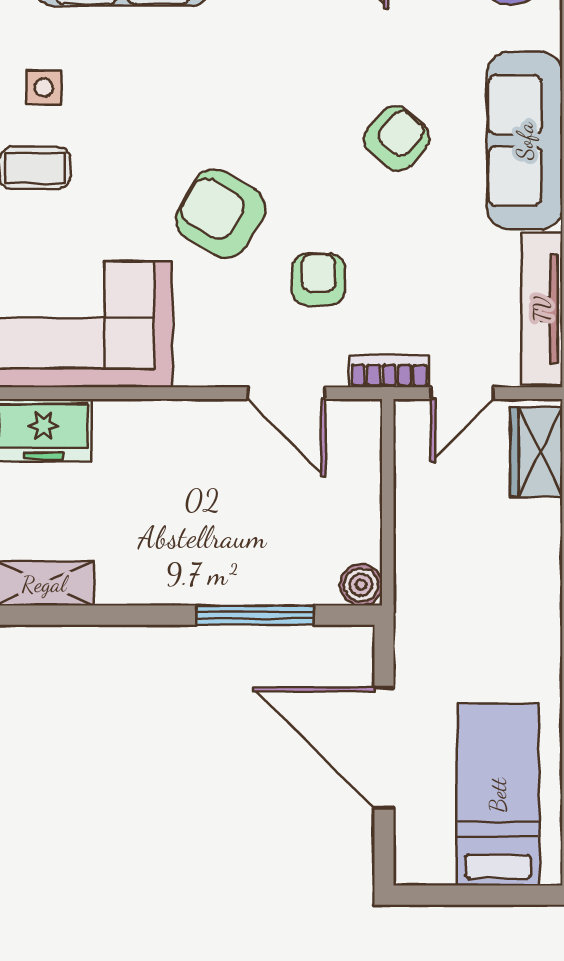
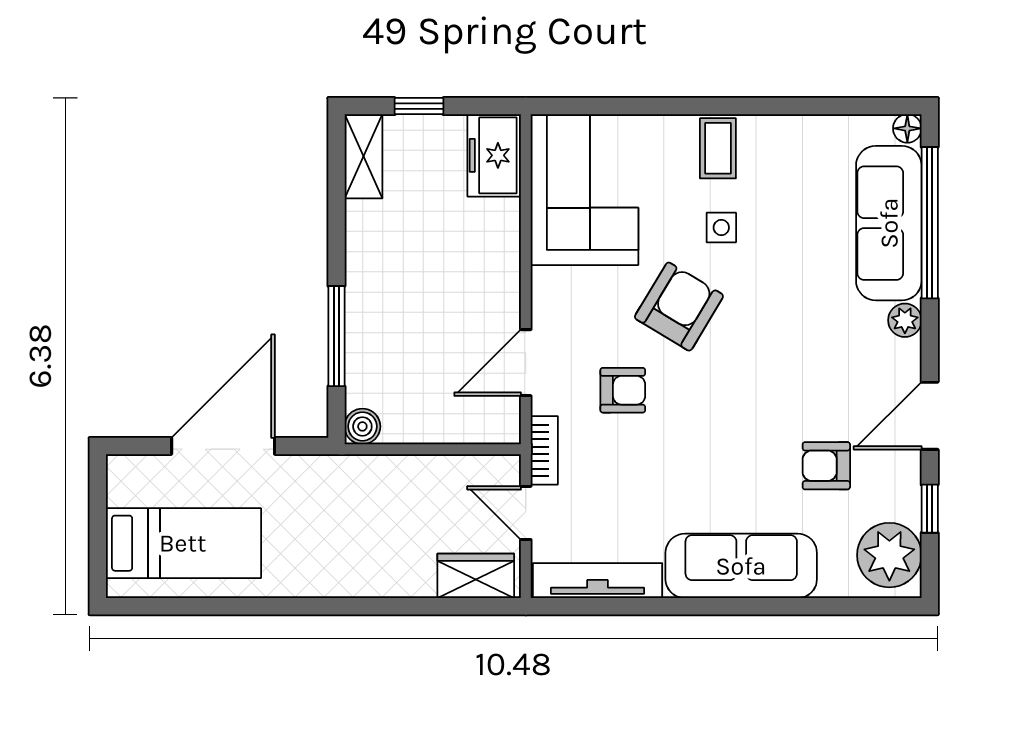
side table: (44, 88) -> (721, 228), moved
armchair: (397, 138) -> (826, 466), moved, turned 139

